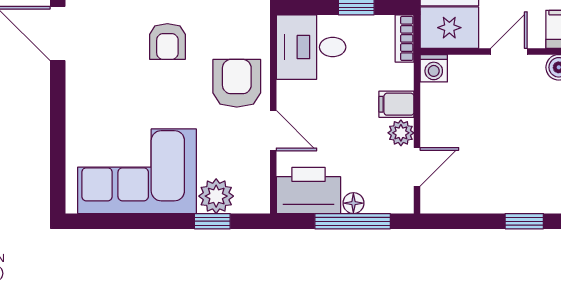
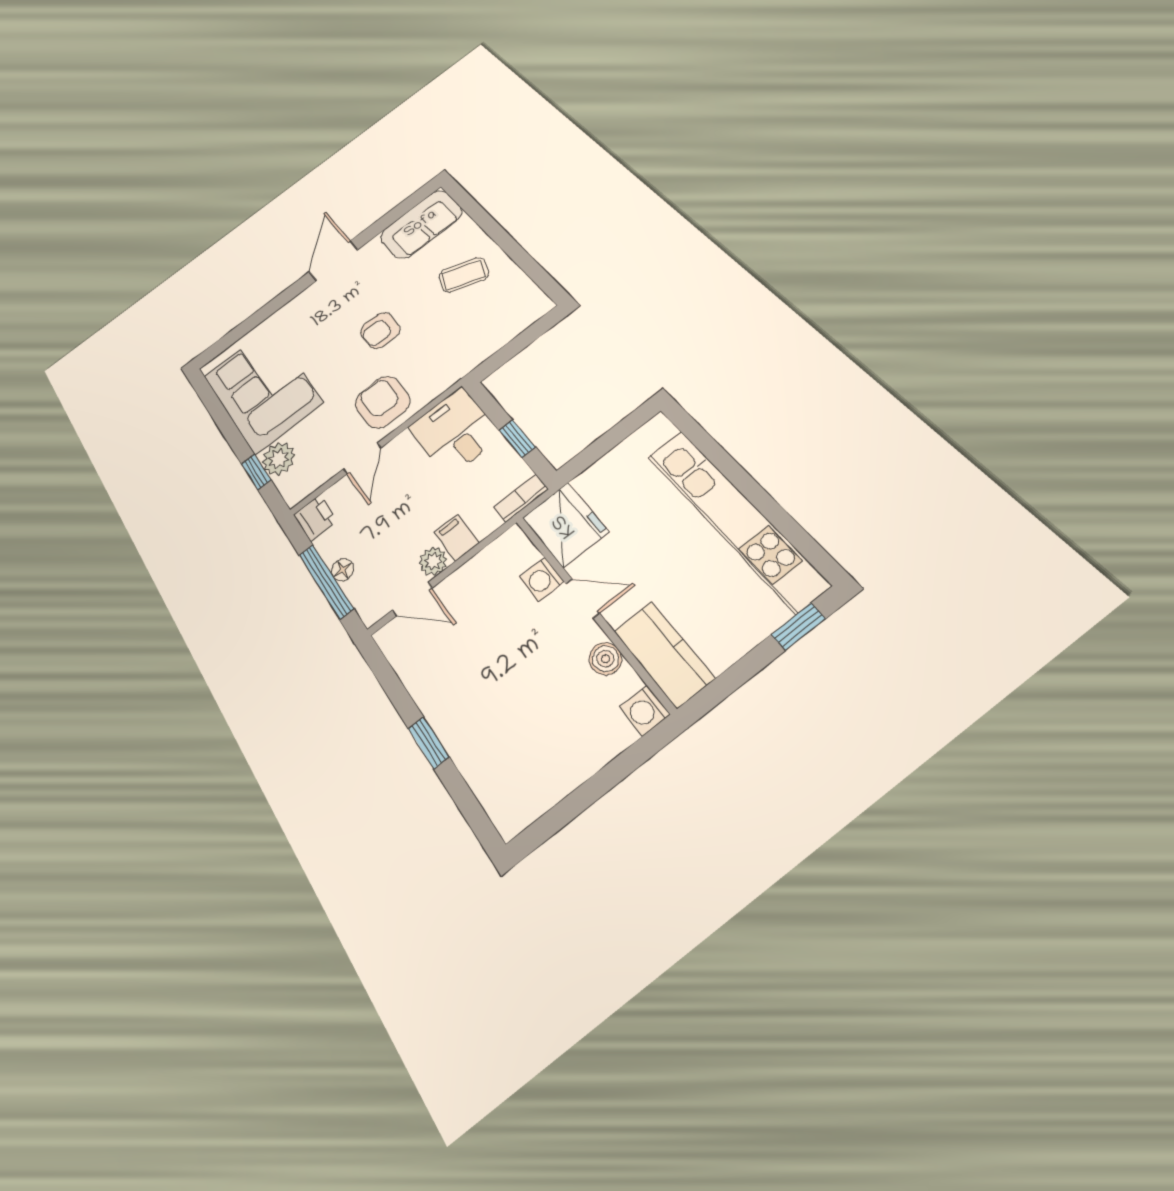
washing machine: (434, 68) -> (542, 579), moved
armchair: (237, 83) -> (382, 402), turned -90
printer: (308, 190) -> (315, 518), width x0.53, depth x0.68

